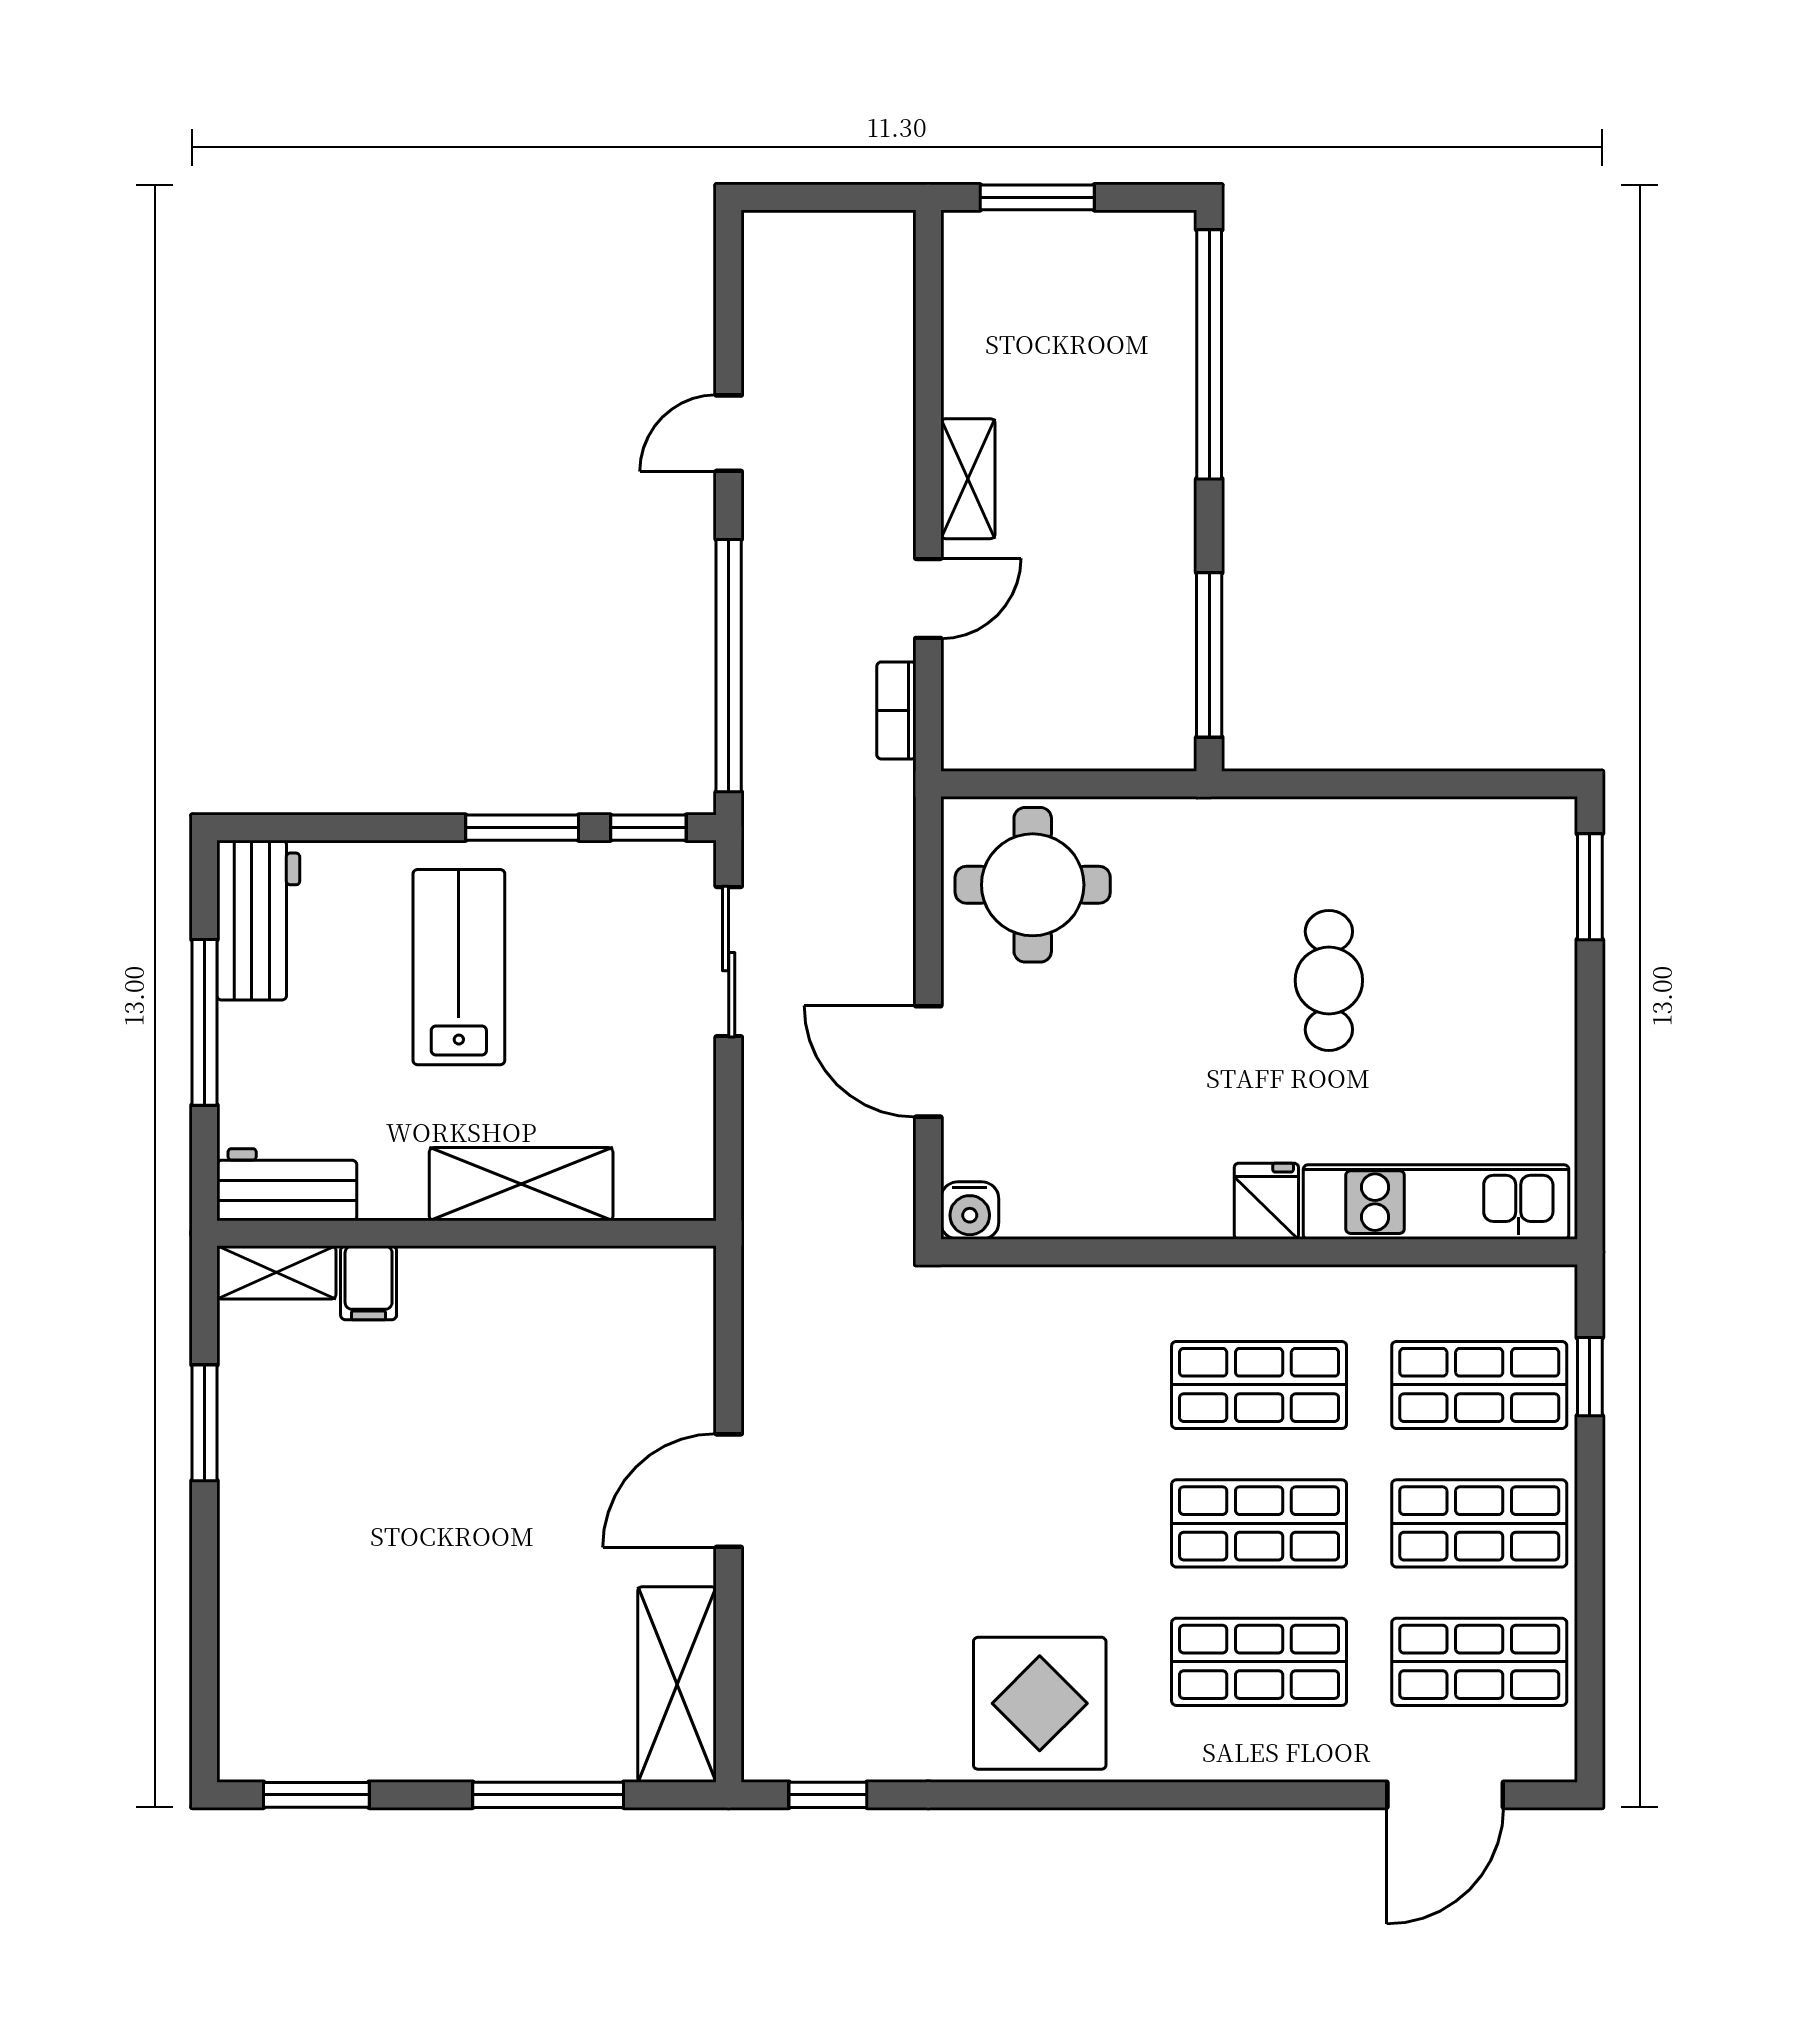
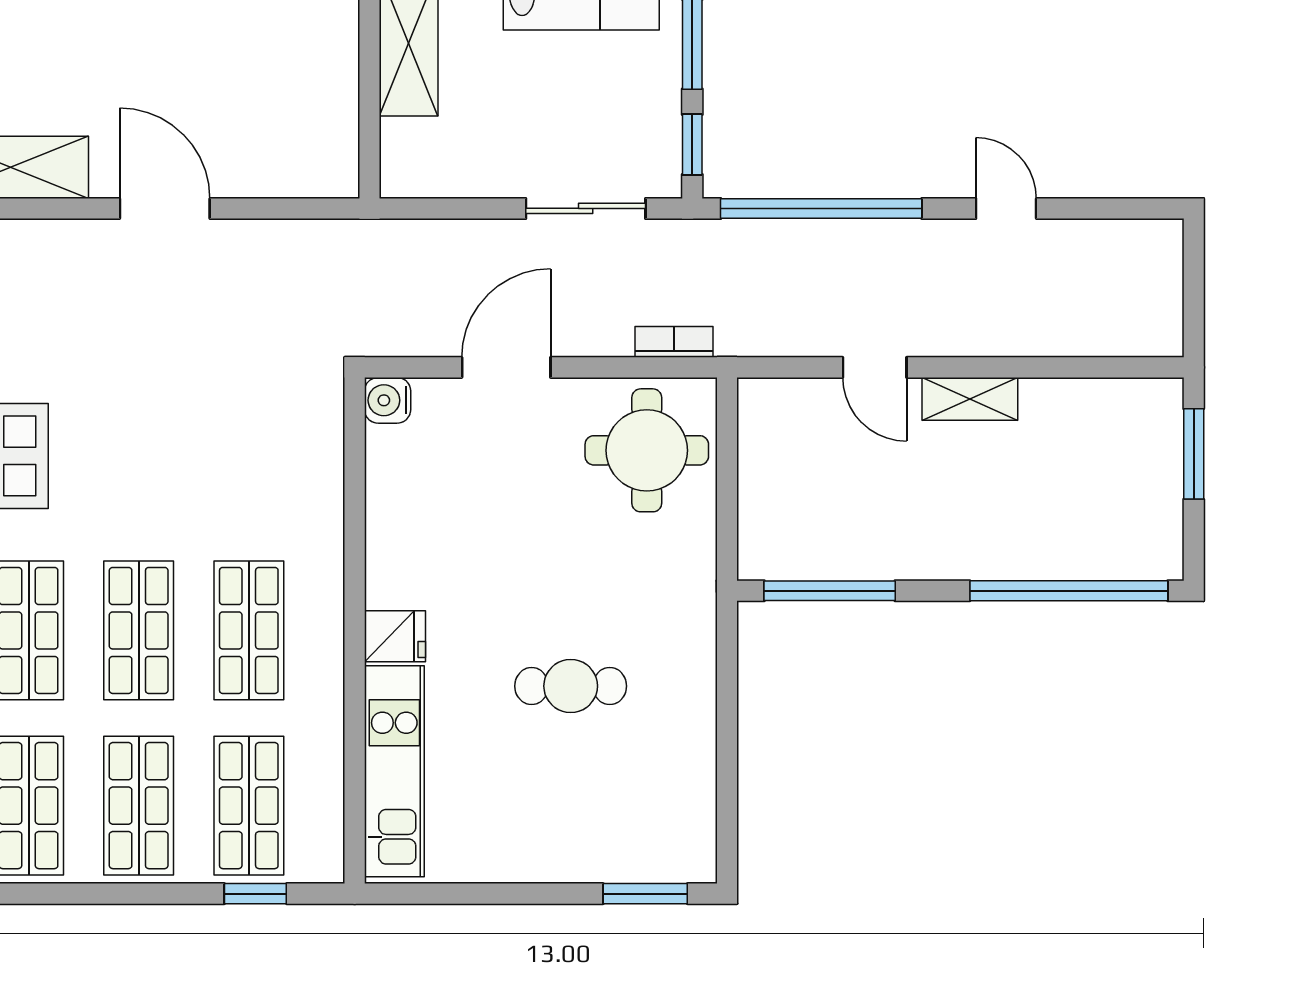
bookcase: (896, 710) -> (674, 342), moved

